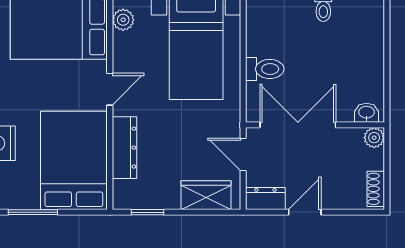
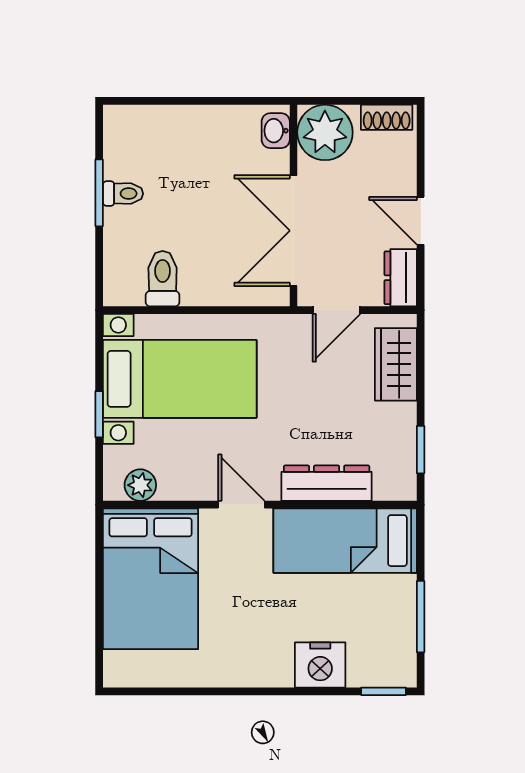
toilet: (265, 69) -> (163, 279), moved
plant: (374, 138) -> (325, 132), width x1.87, depth x1.87
bed: (74, 160) -> (345, 541), width x0.67

